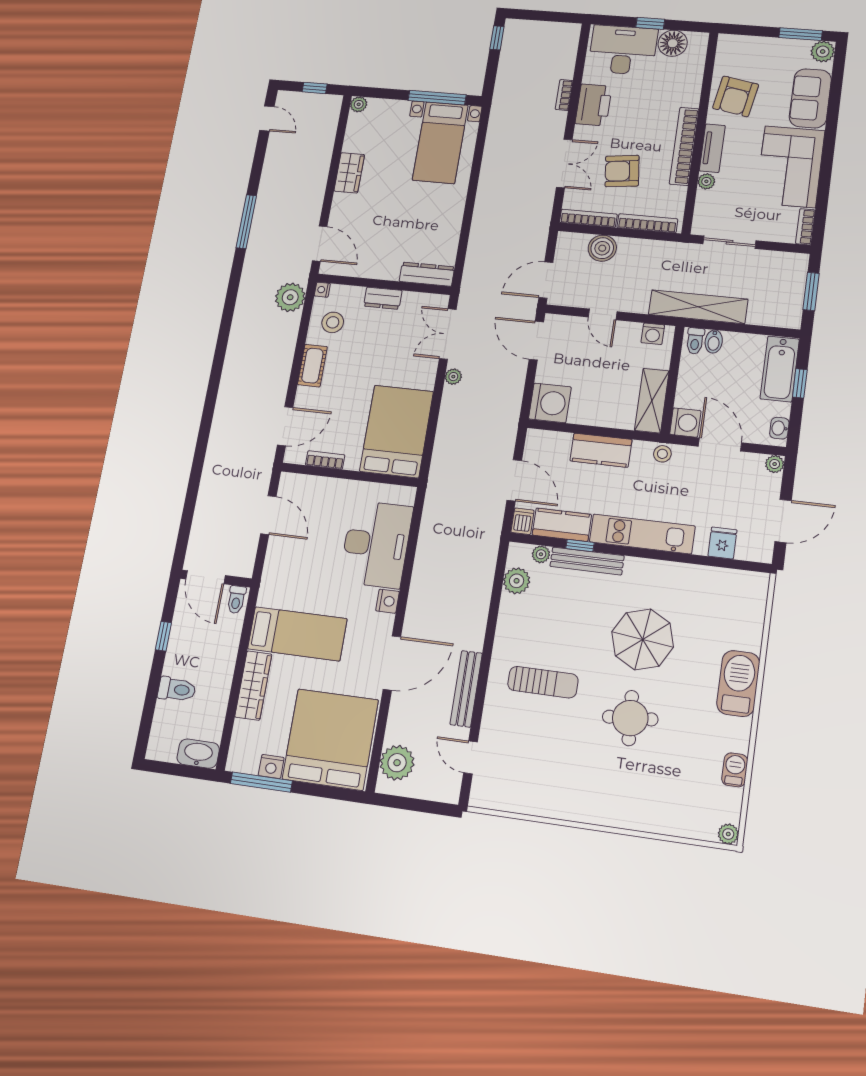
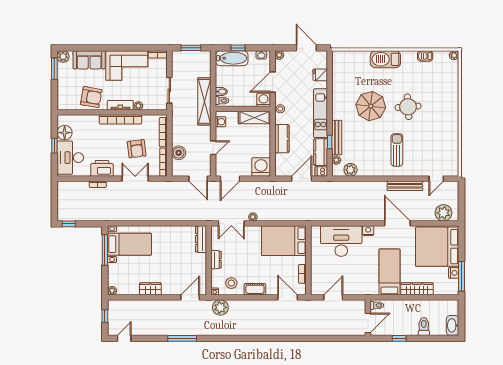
washbasin: (198, 754) -> (453, 325), moved

